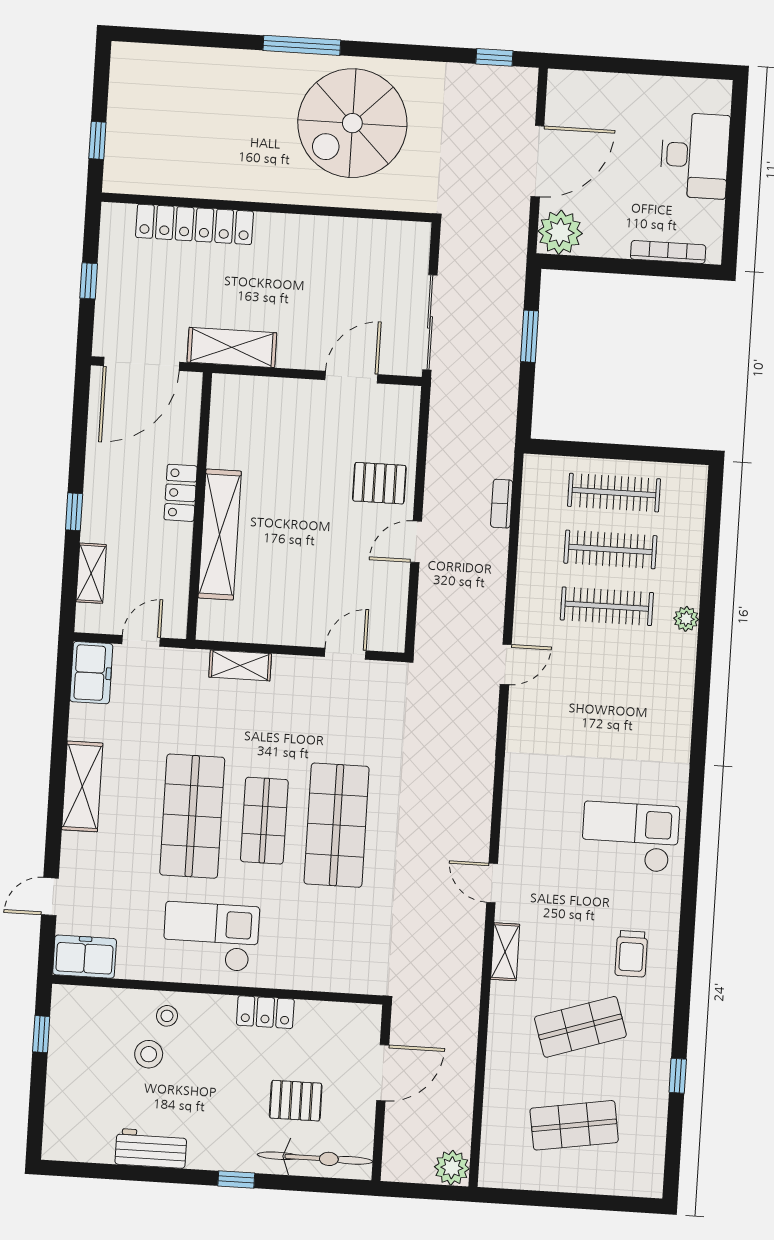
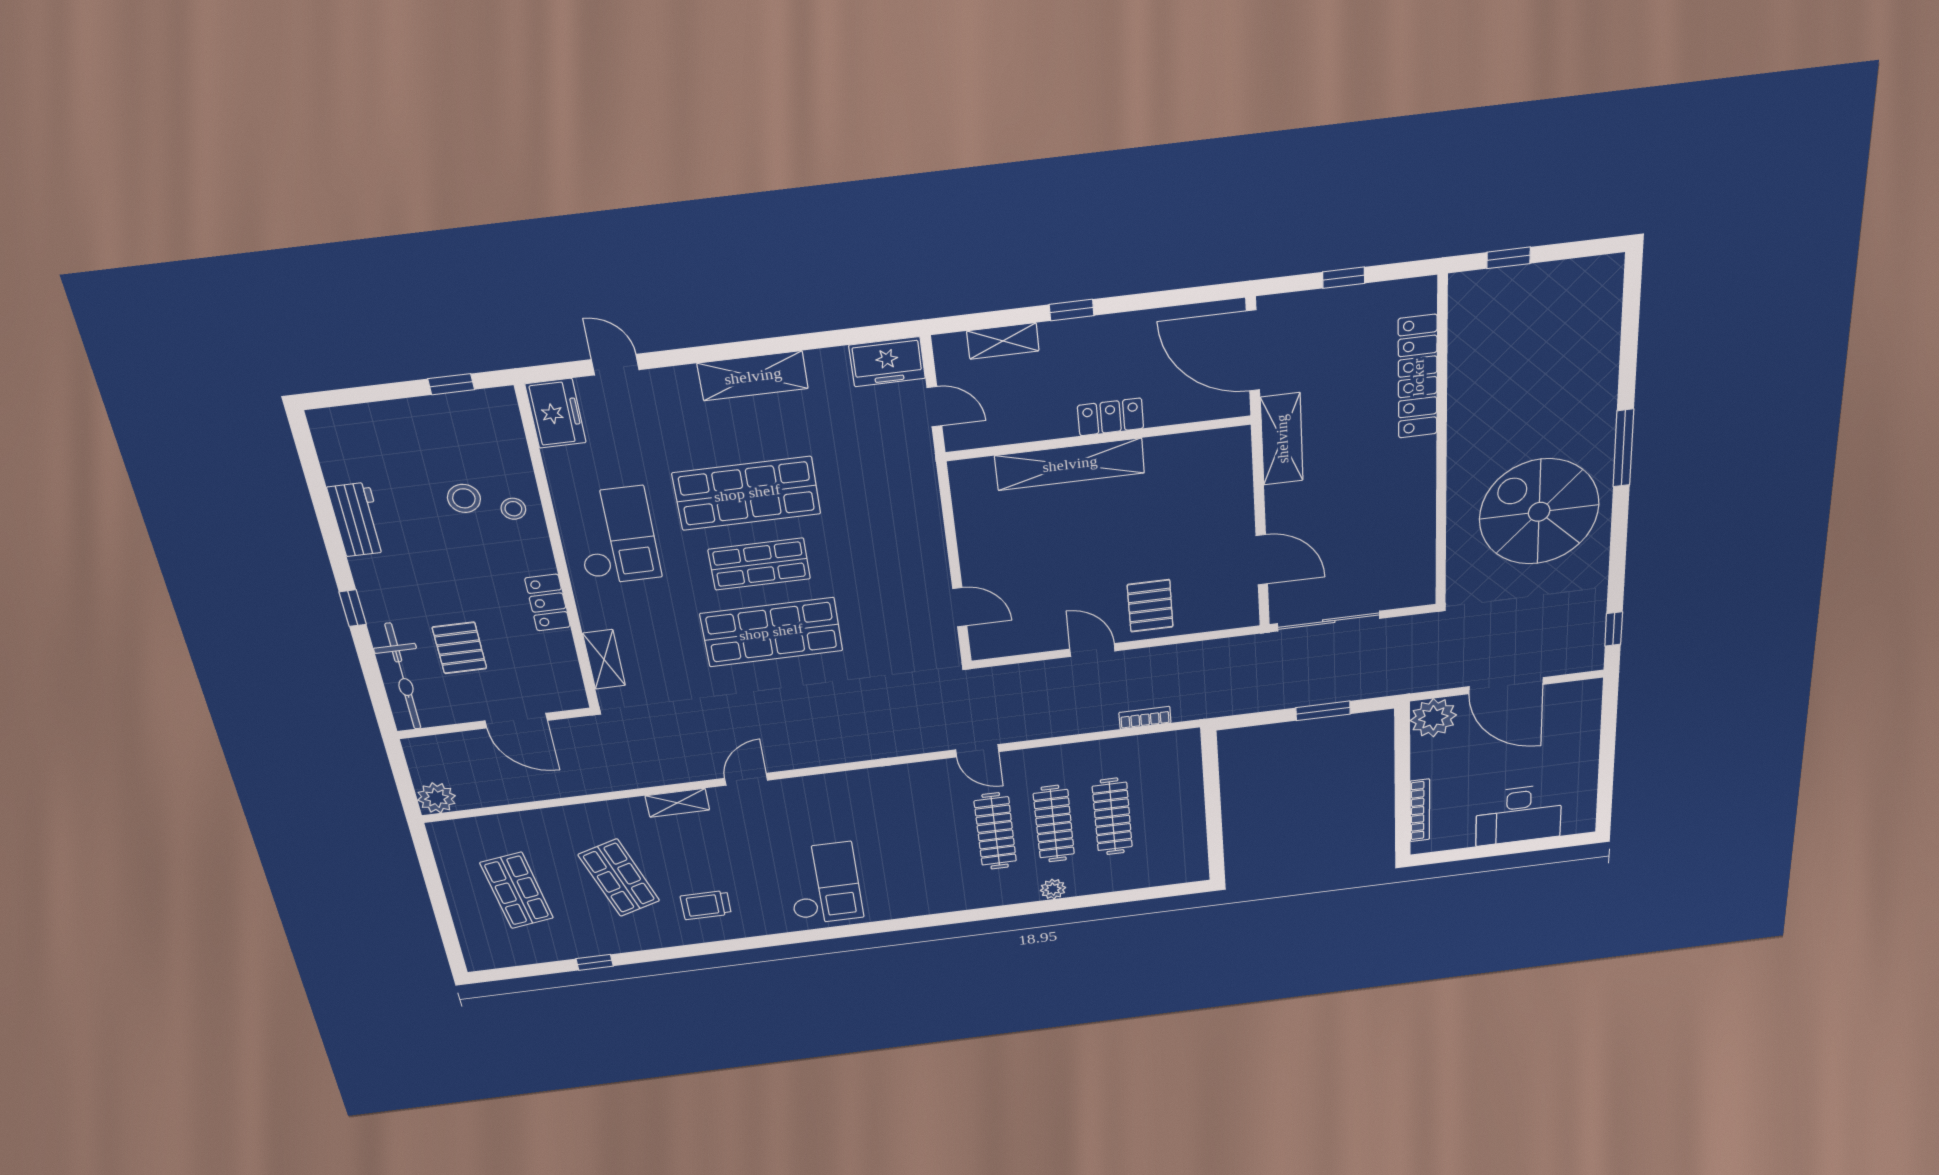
clothes rail: (614, 493) -> (995, 831), moved
shelving: (240, 665) -> (604, 659), moved

